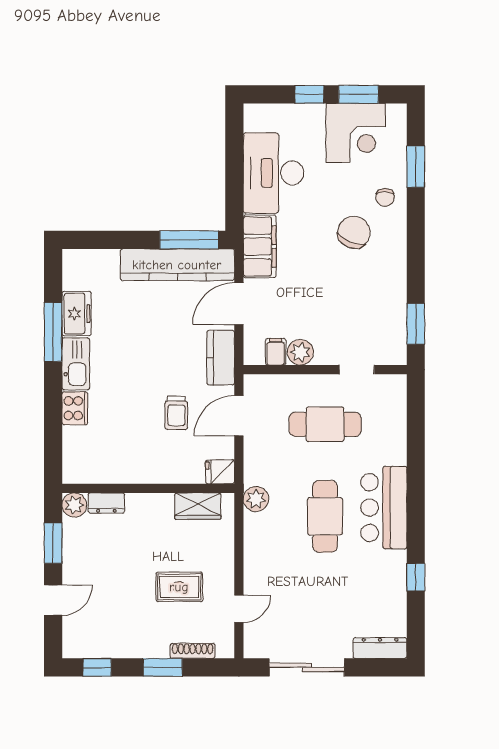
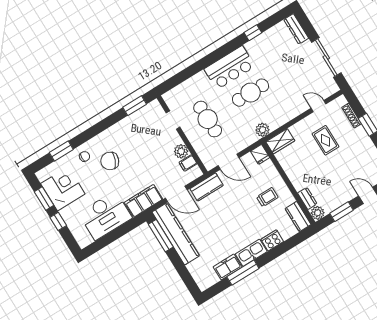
trolley: (176, 413) -> (267, 197), moved
kitchen counter: (87, 471) -> (298, 217), added
wardrobe: (198, 506) -> (280, 141), moved, turned 90

